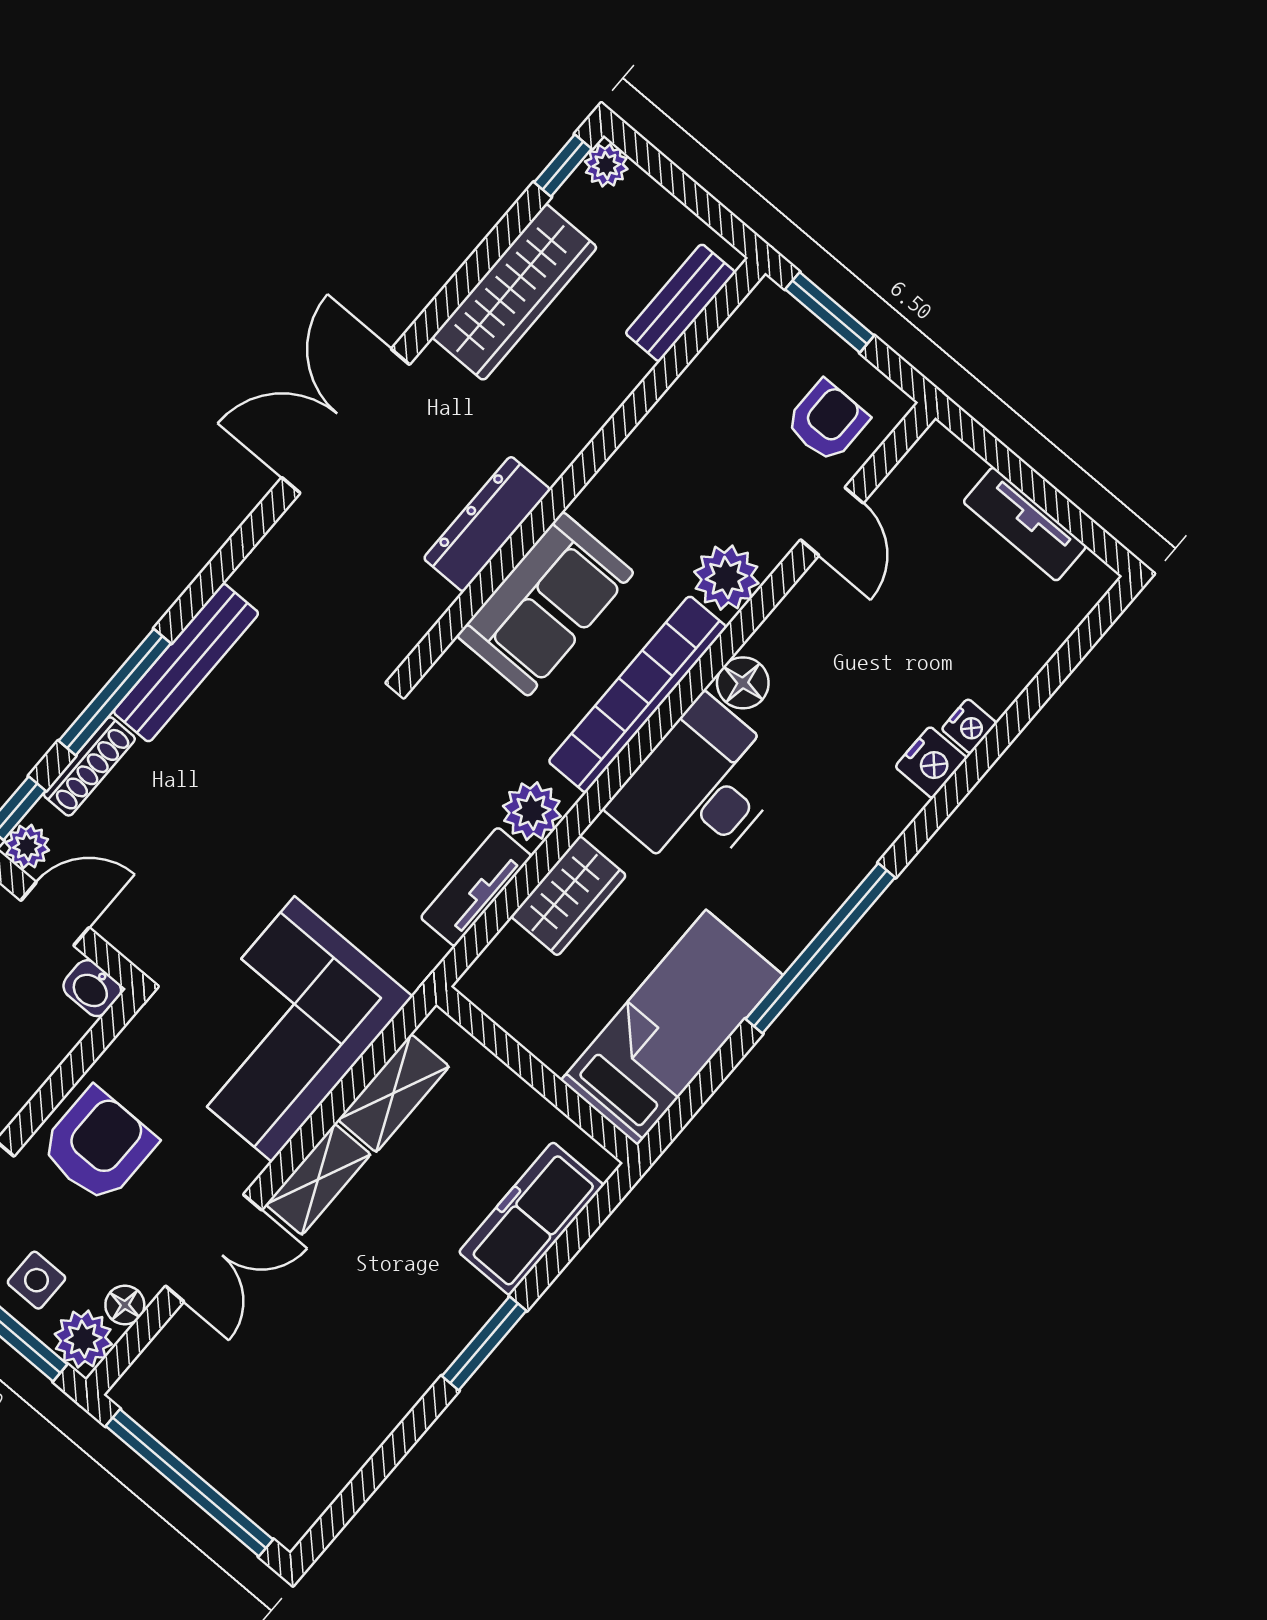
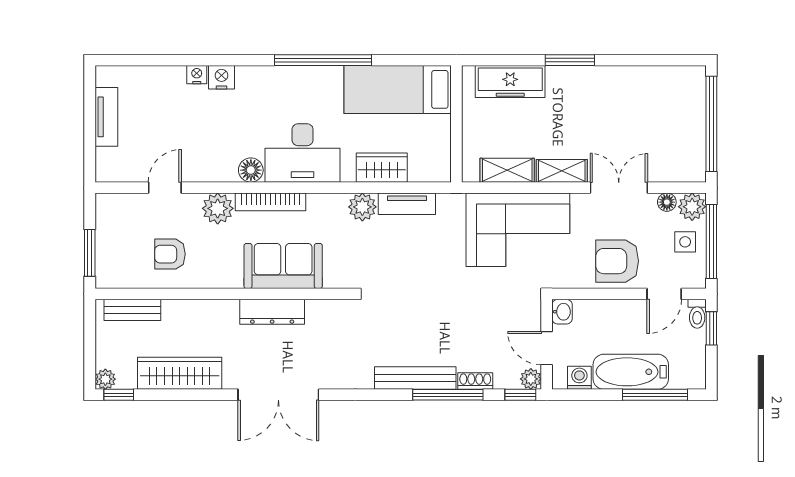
armchair: (827, 421) -> (170, 254), moved
bookcase: (637, 694) -> (271, 202), width x0.68, depth x0.76
shoe rack: (89, 766) -> (475, 381), width x0.70

